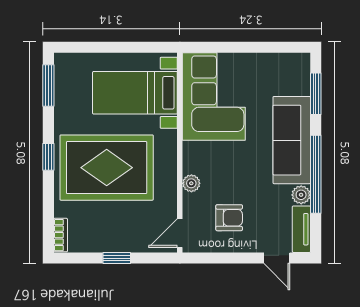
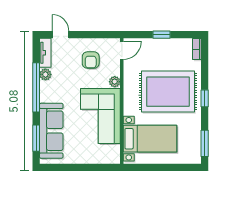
corner sofa: (214, 97) -> (100, 116), moved
sofa: (292, 140) -> (51, 131), moved
armchair: (229, 218) -> (91, 60), turned -90

